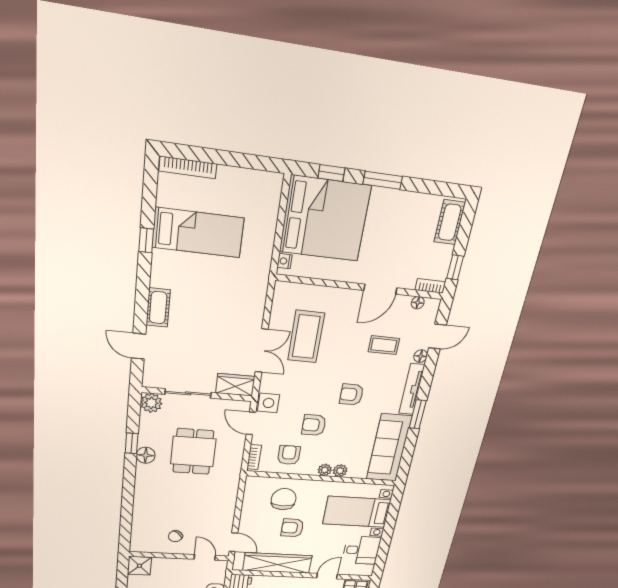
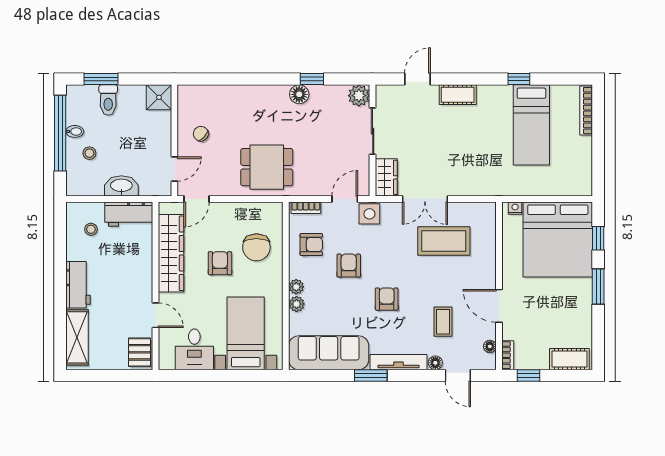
dining table: (193, 451) -> (267, 167), moved
chair: (284, 499) -> (256, 247), turned 90

